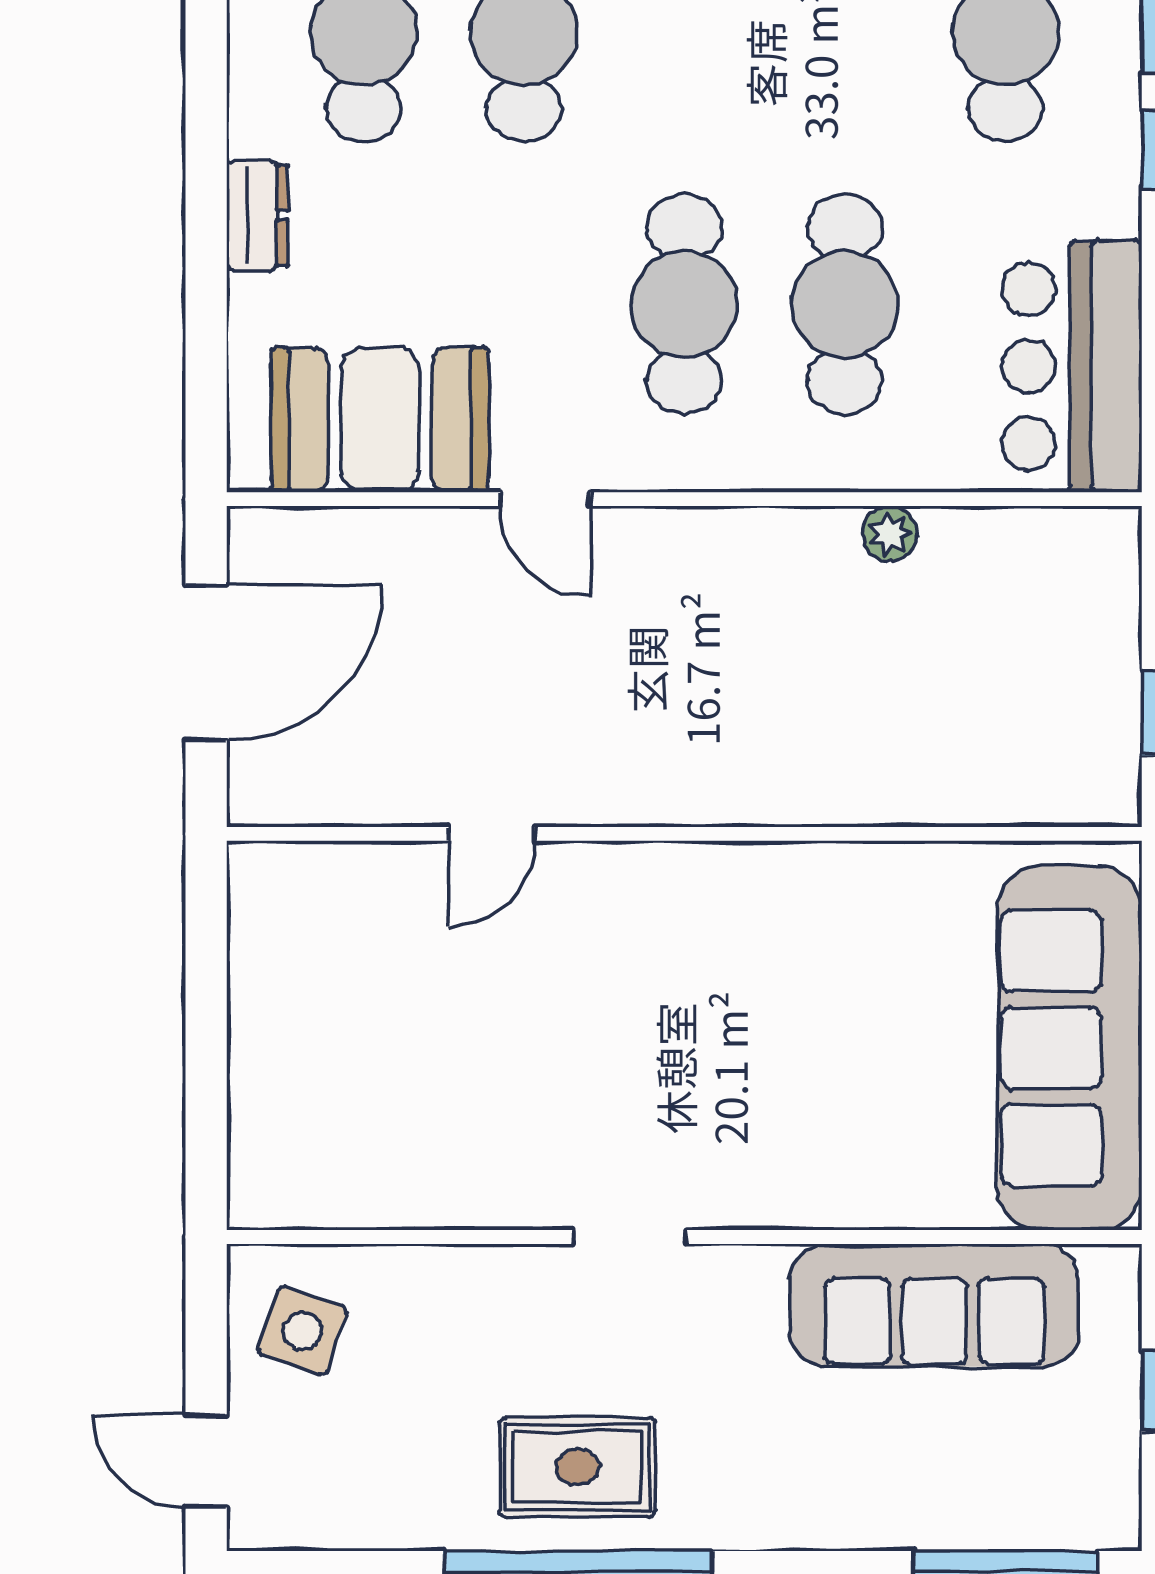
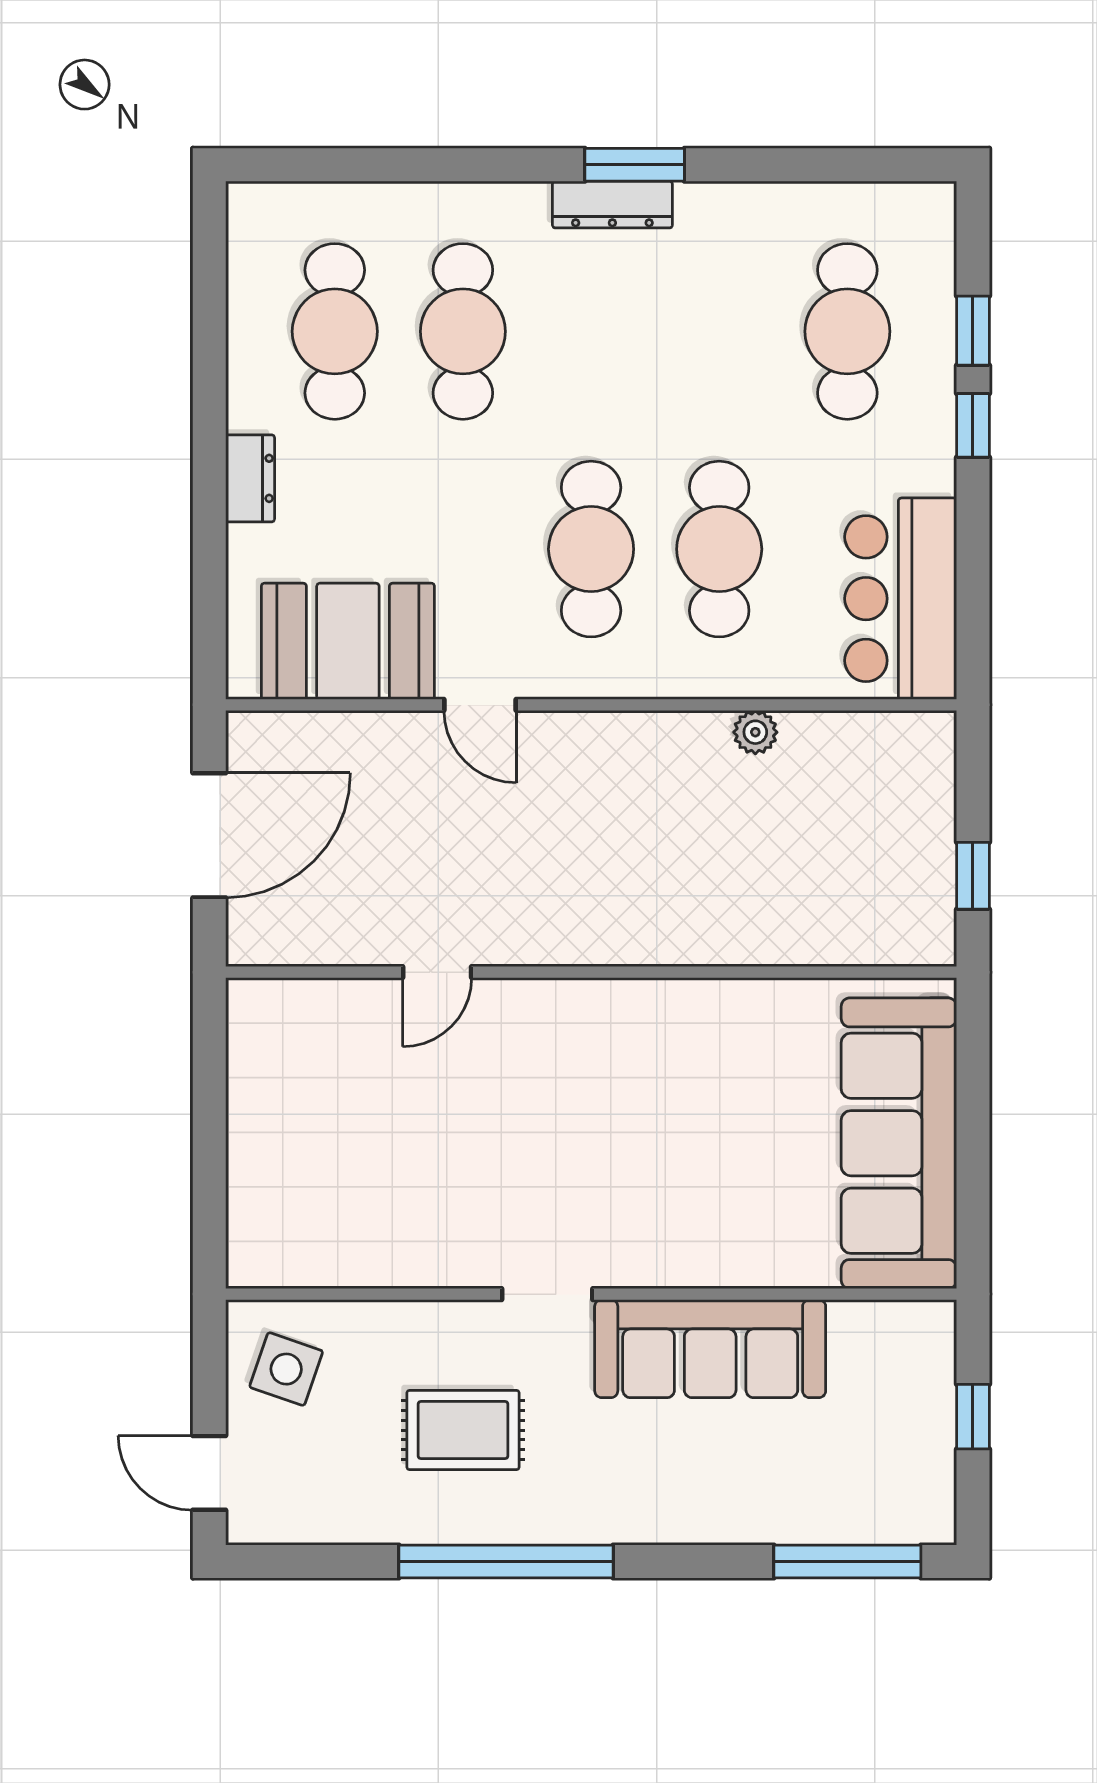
sofa: (934, 1305) -> (710, 1349), moved
rug: (577, 1467) -> (463, 1430), moved

